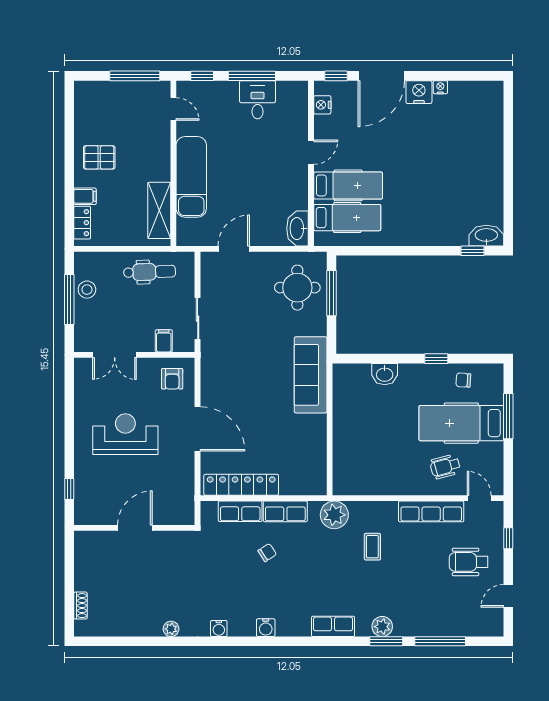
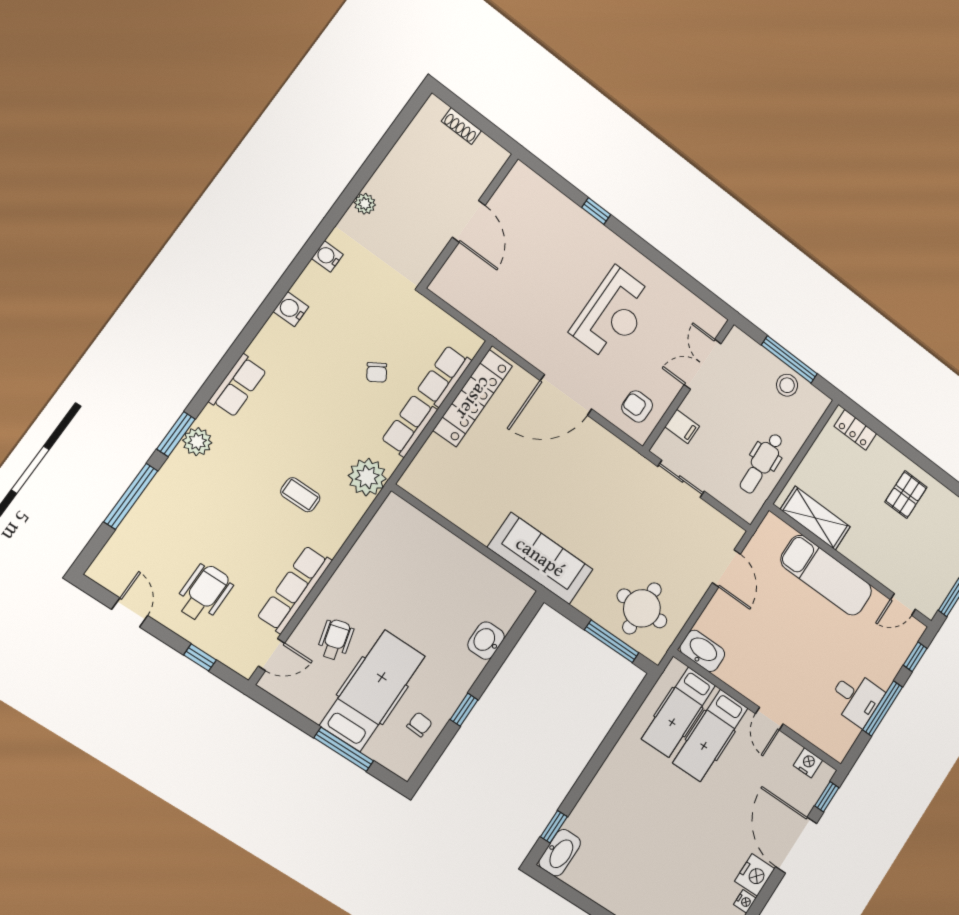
filing cabinet: (85, 196) -> (879, 452), removed
wall: (134, 528) -> (469, 221), moved
door: (135, 528) -> (469, 221), moved

